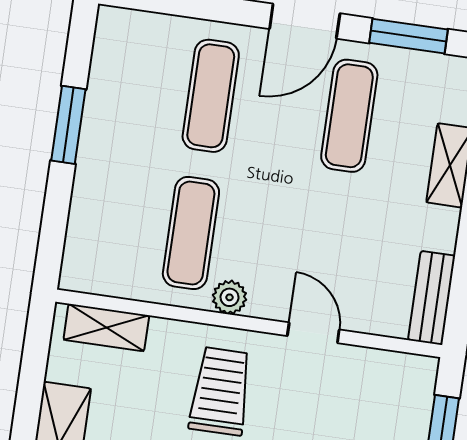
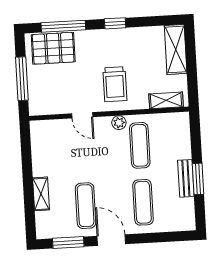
door: (305, 21) -> (111, 240), hinge flipped
bench: (432, 298) -> (186, 178), moved

